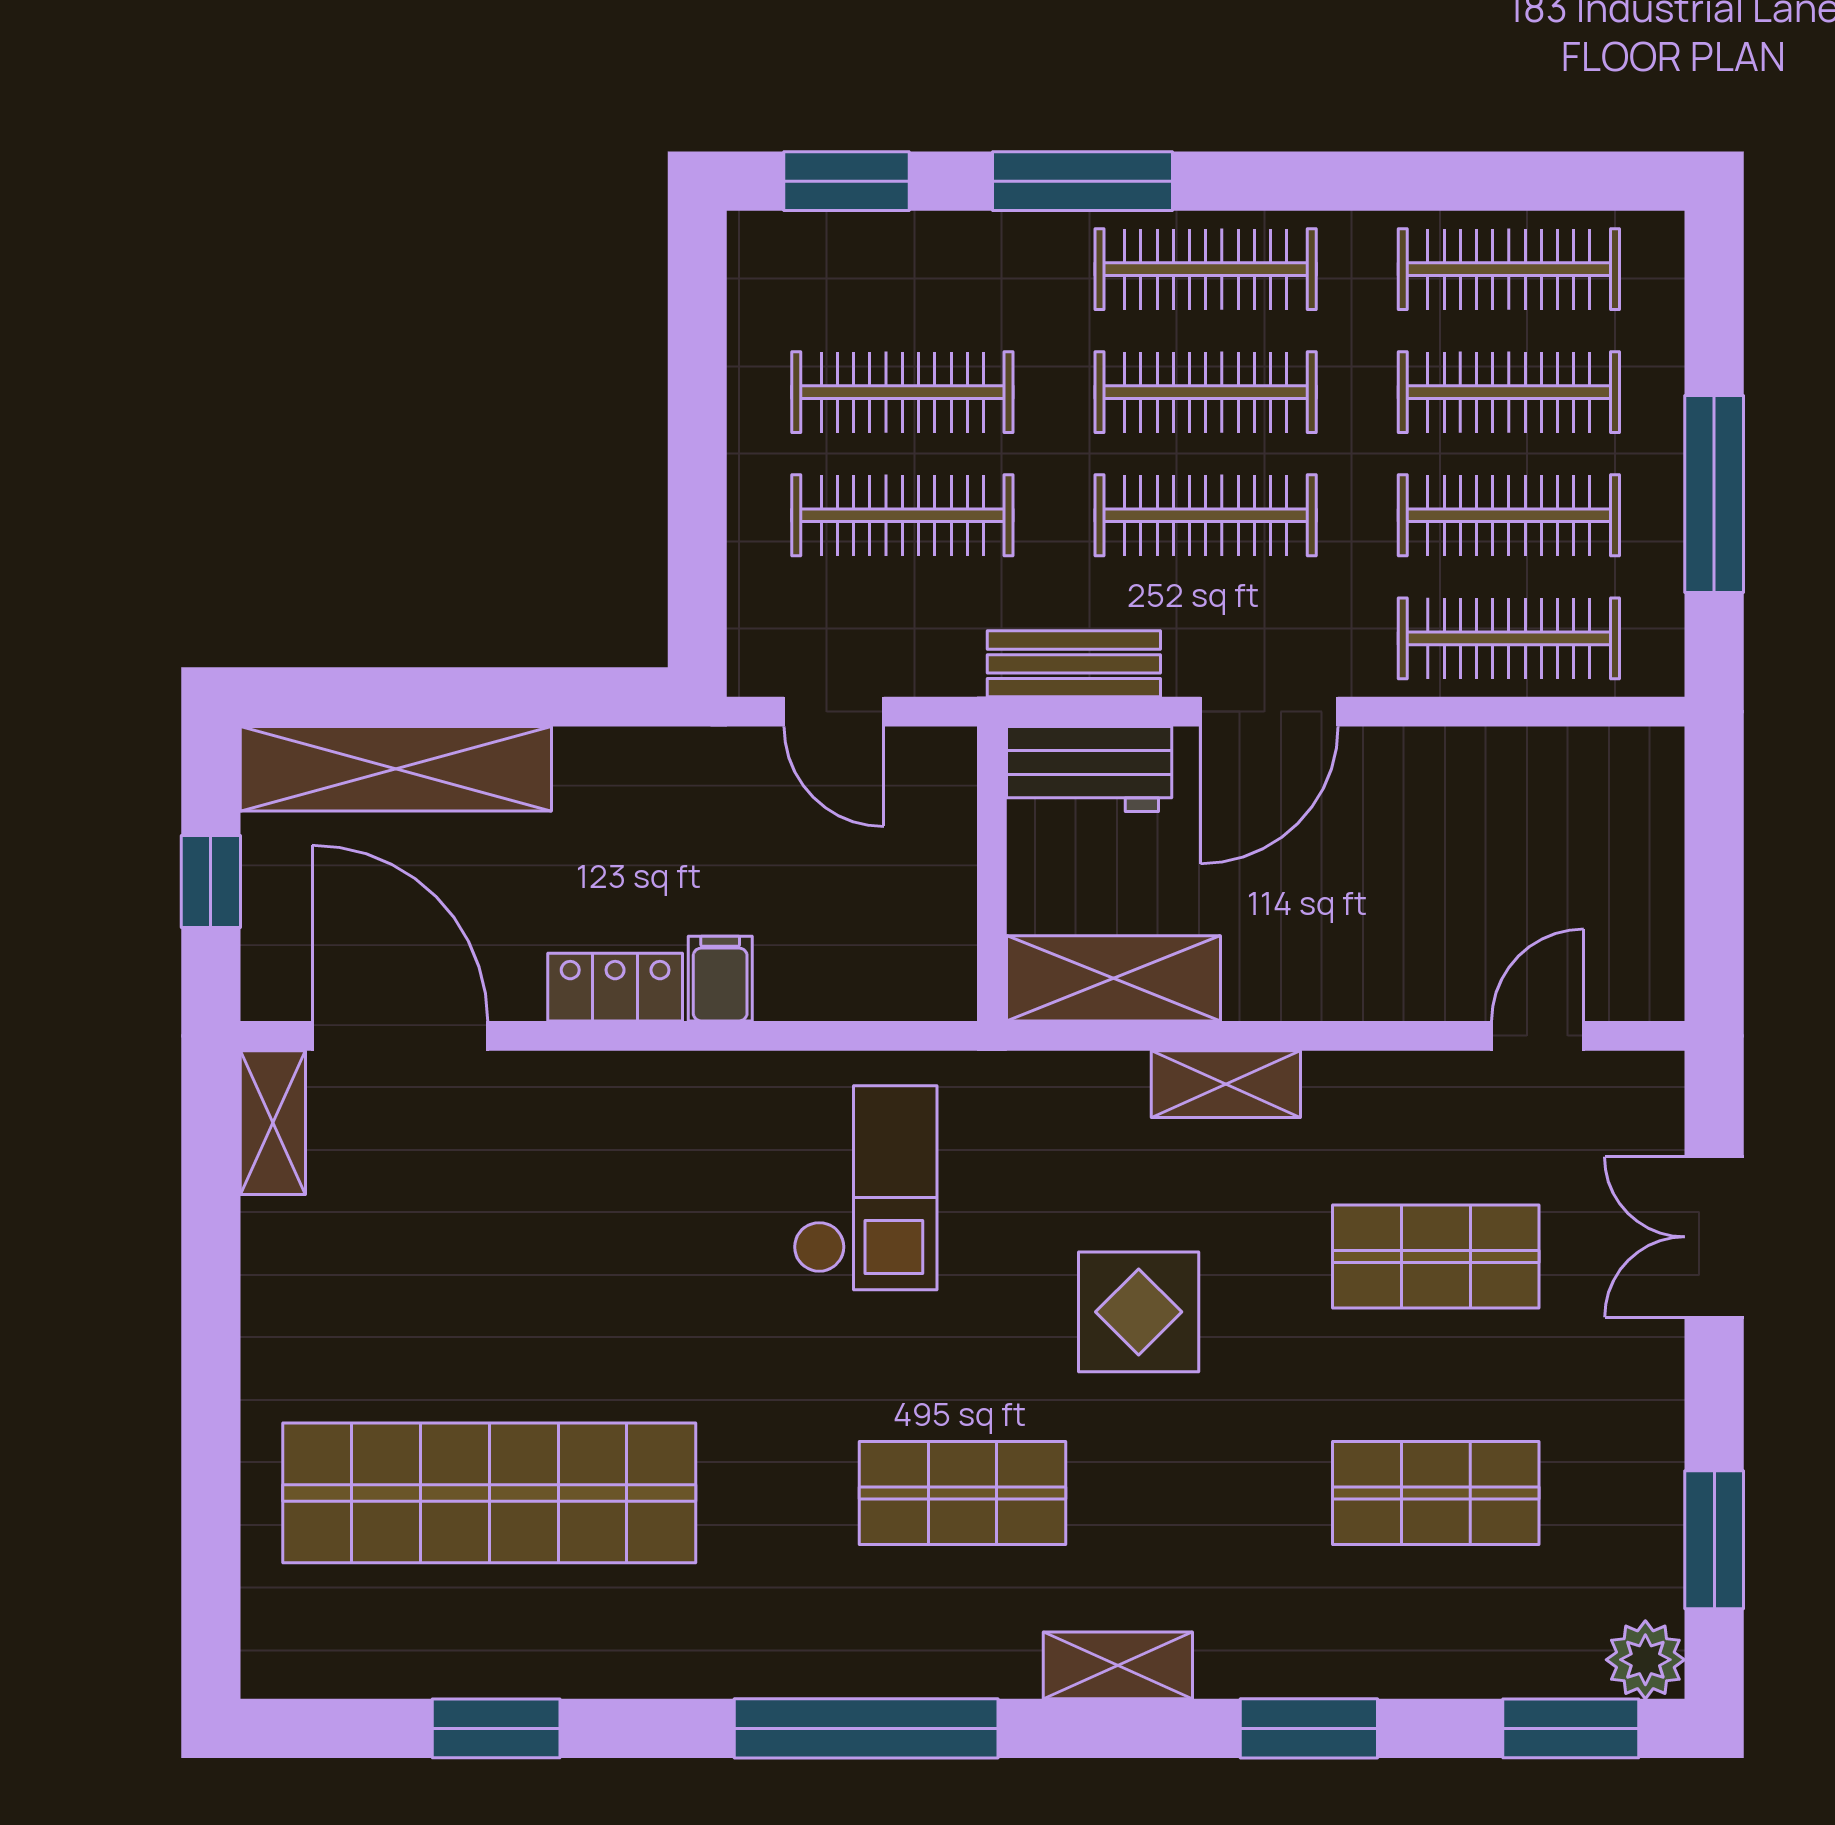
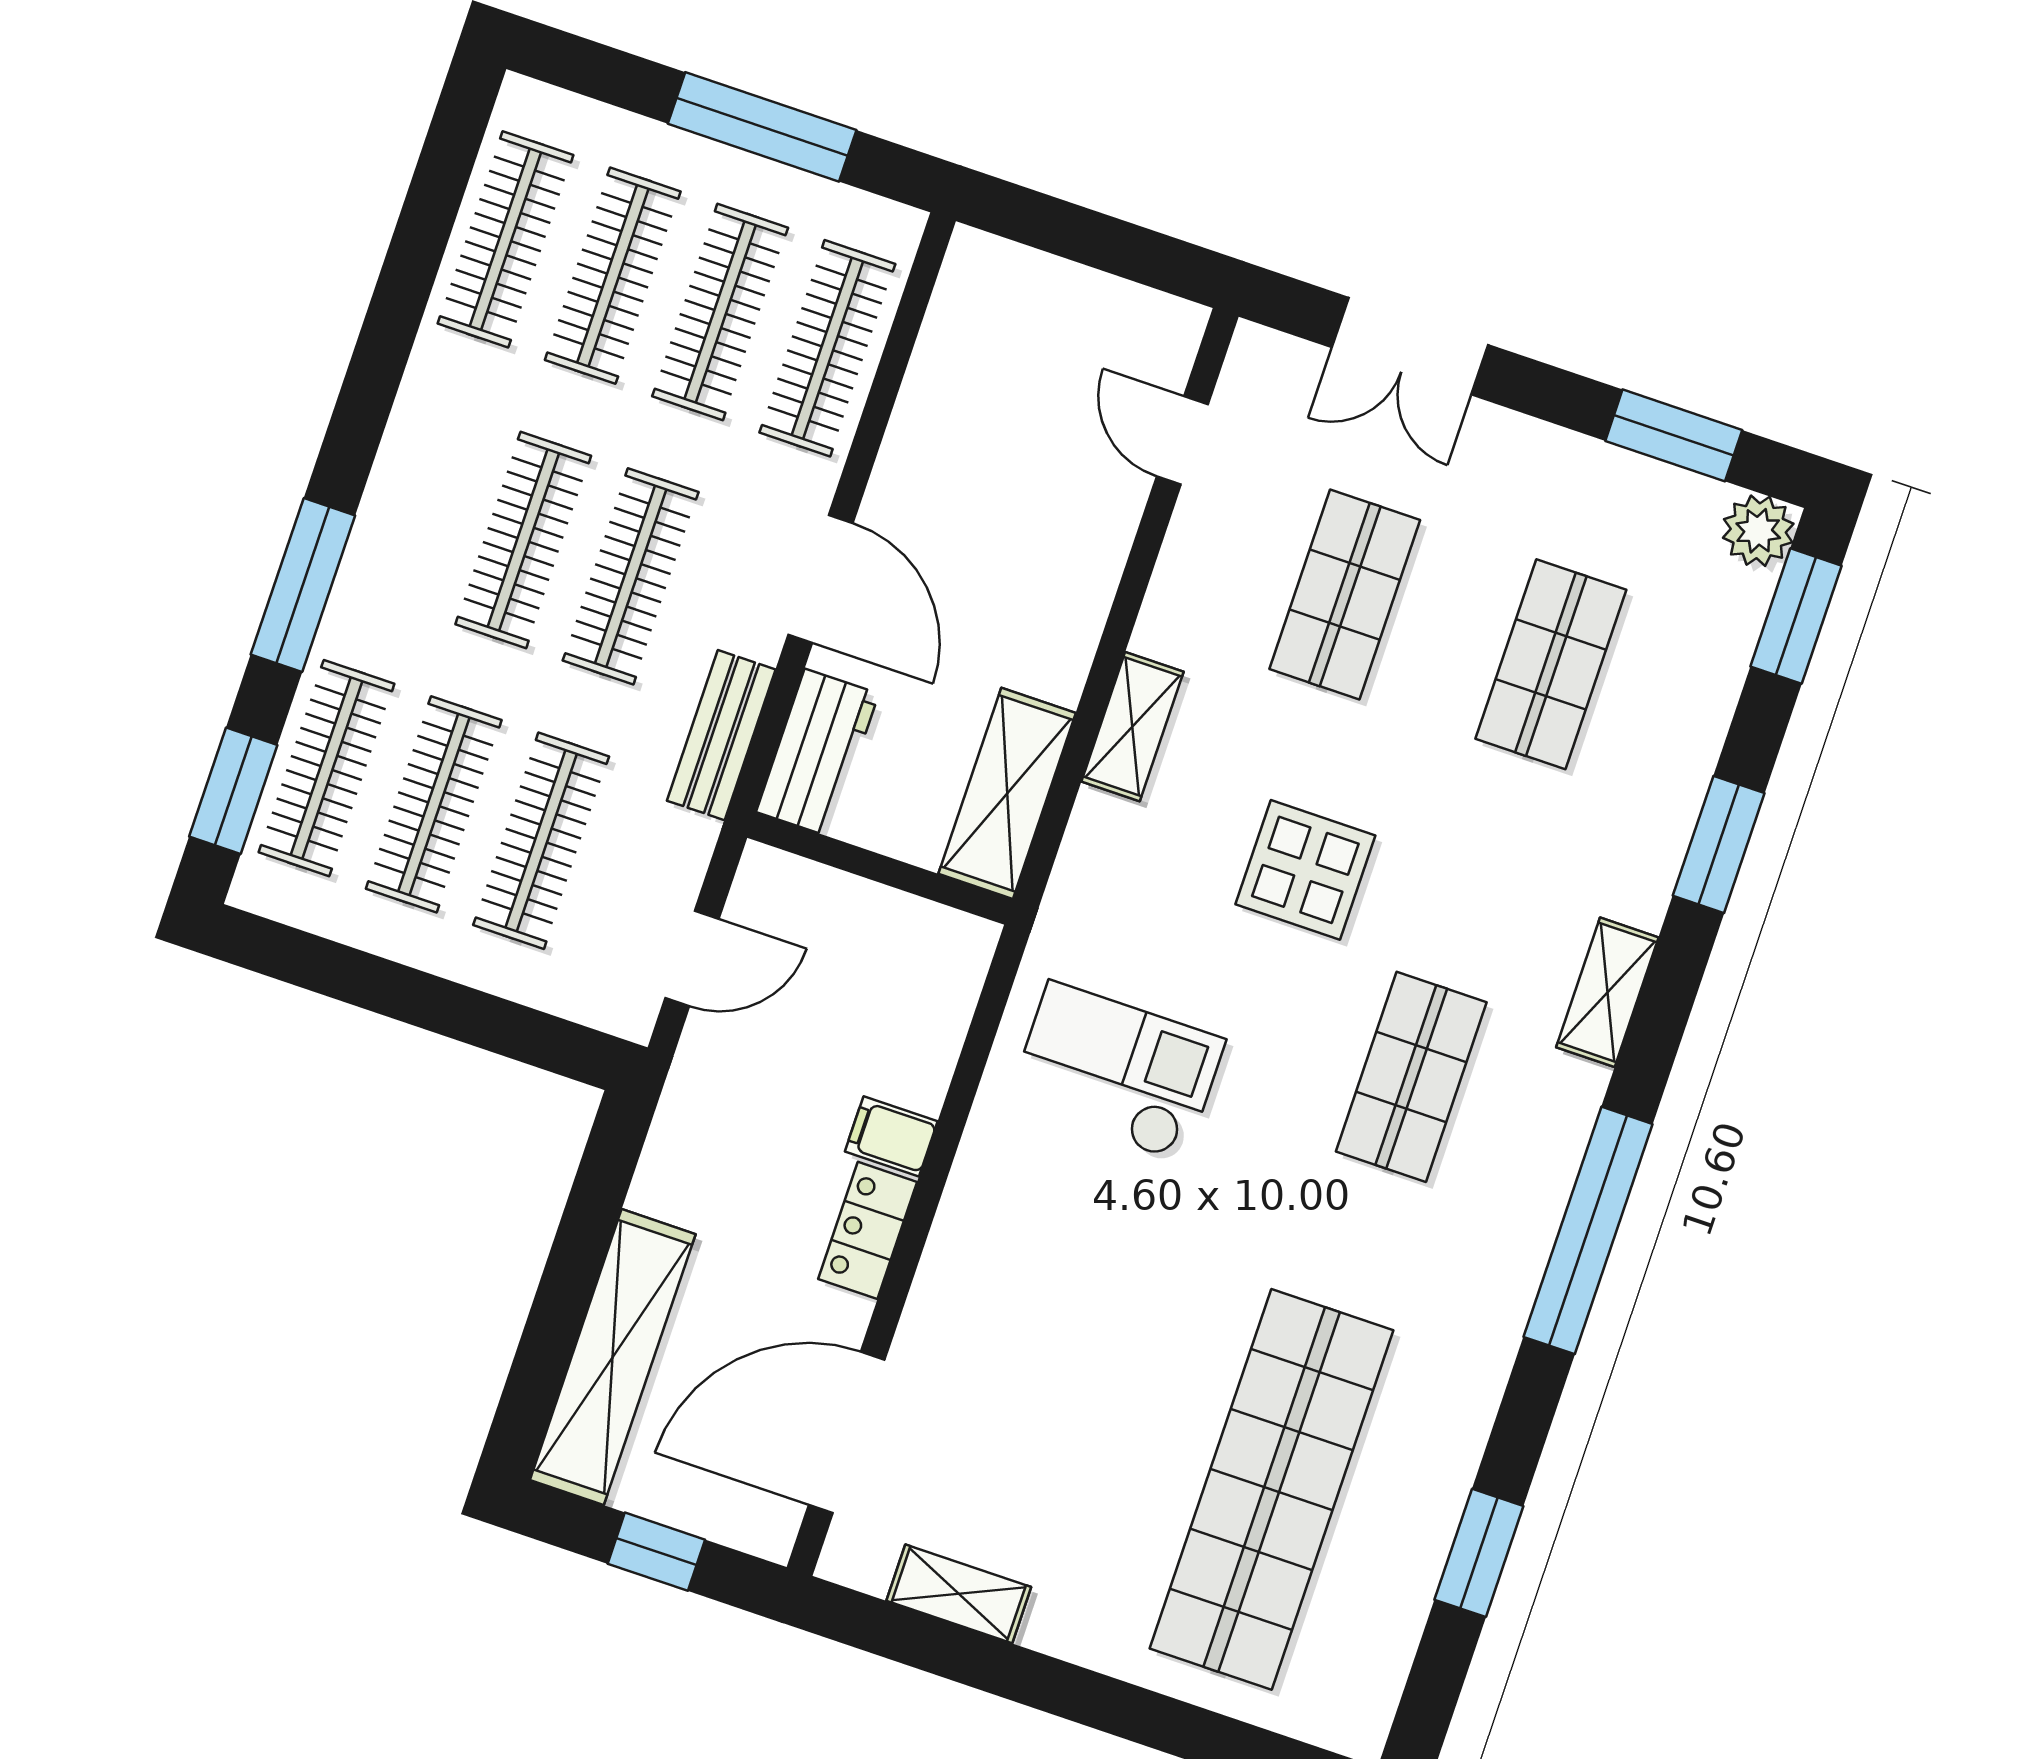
clothes rail: (1206, 269) -> (326, 768), moved
shelving: (273, 1123) -> (959, 1594), moved

